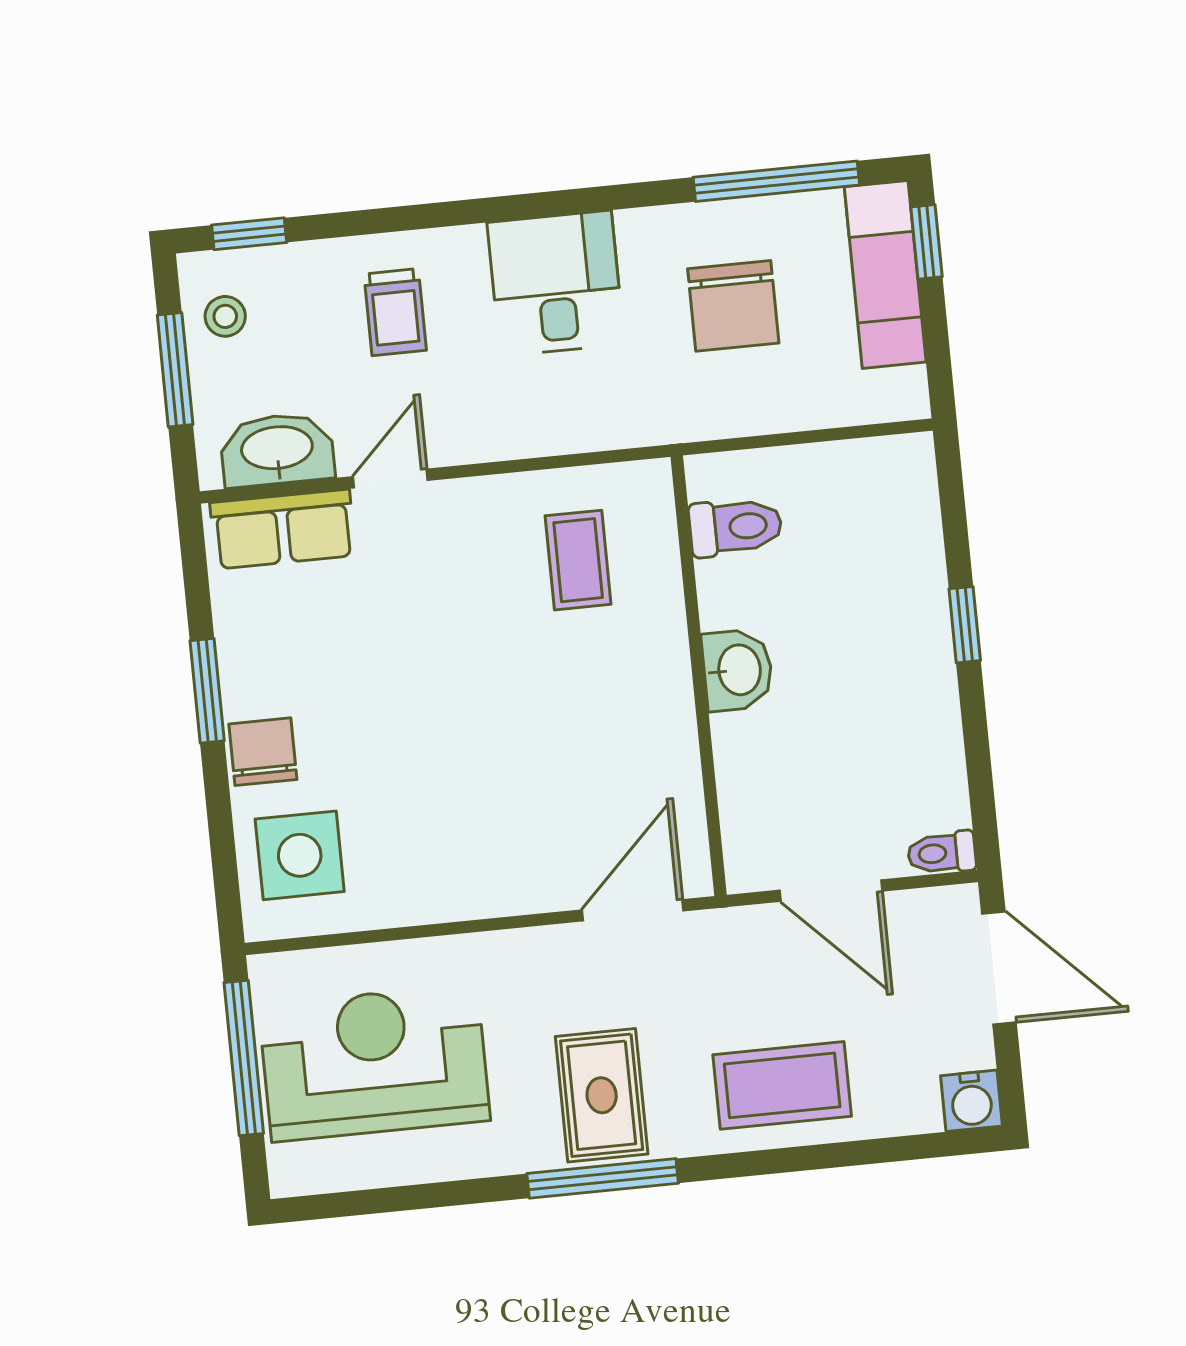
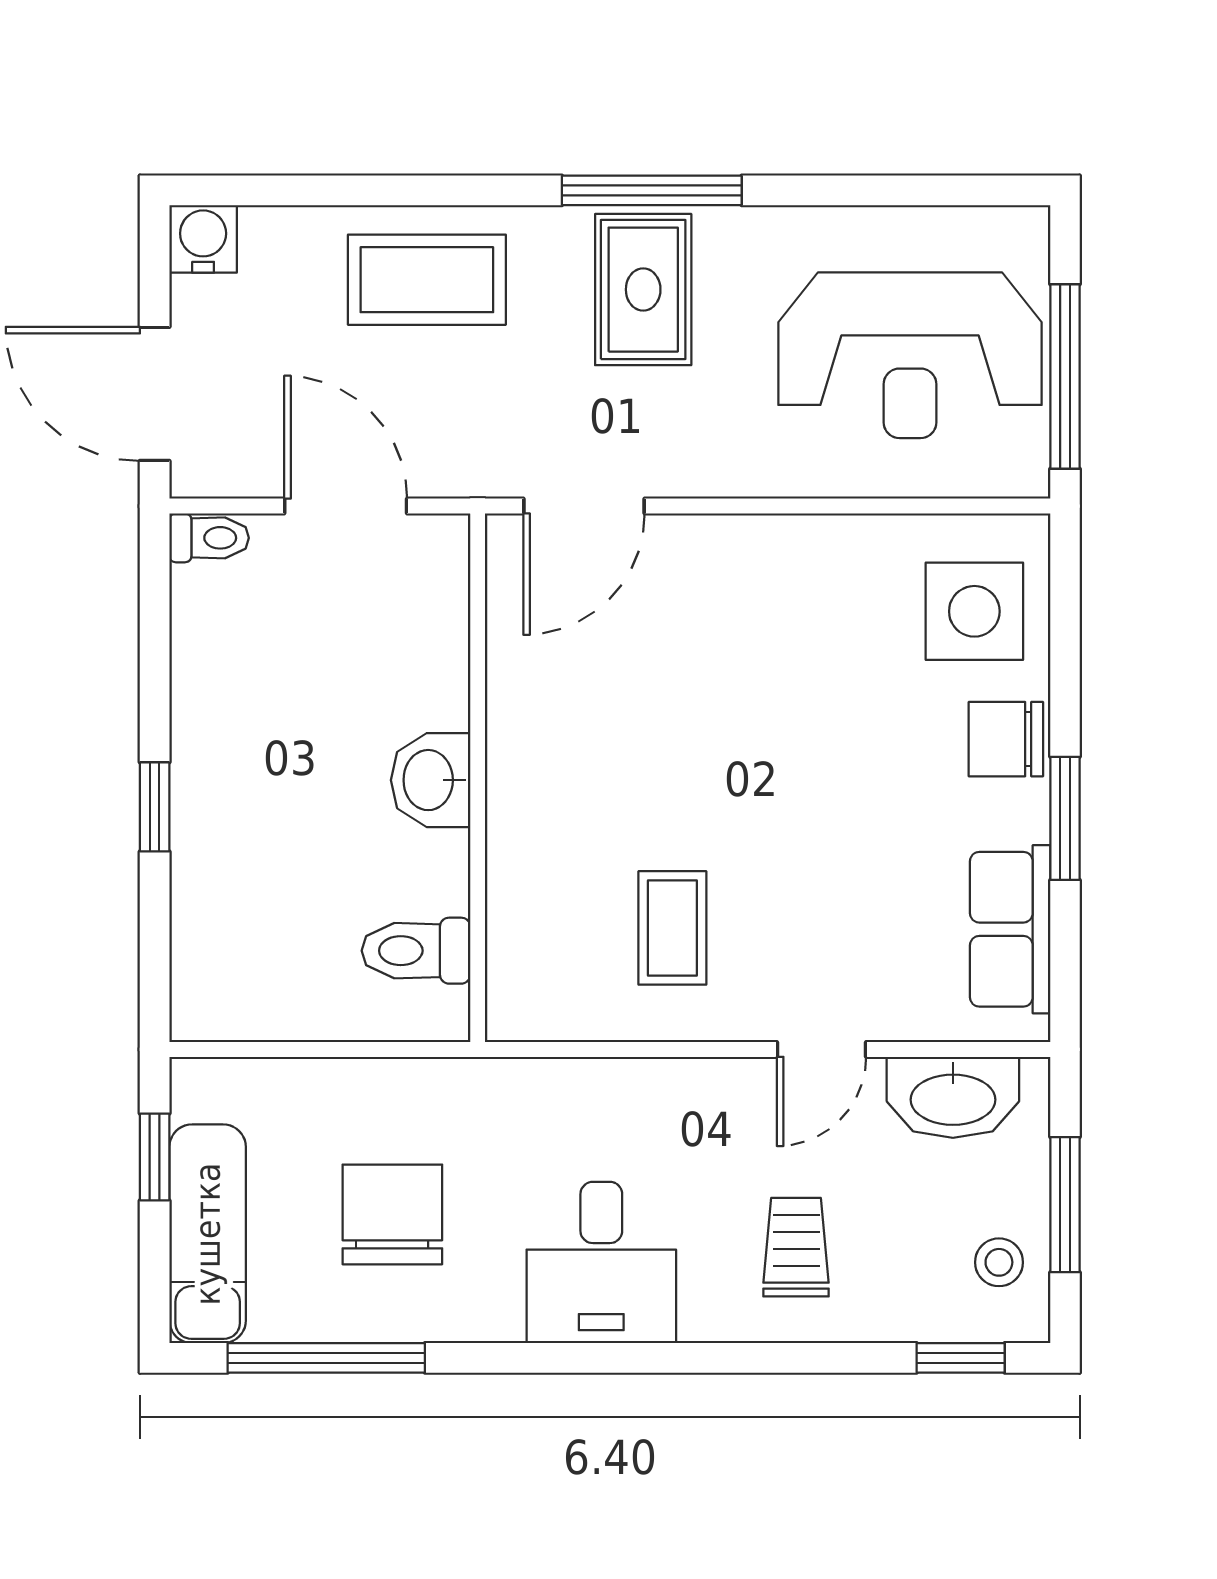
window: (926, 242) -> (155, 1157), moved
row of seats: (283, 529) -> (1010, 929), moved, turned -90
coffee table: (578, 560) -> (672, 928), moved
chair: (263, 752) -> (1006, 739), turned 90

